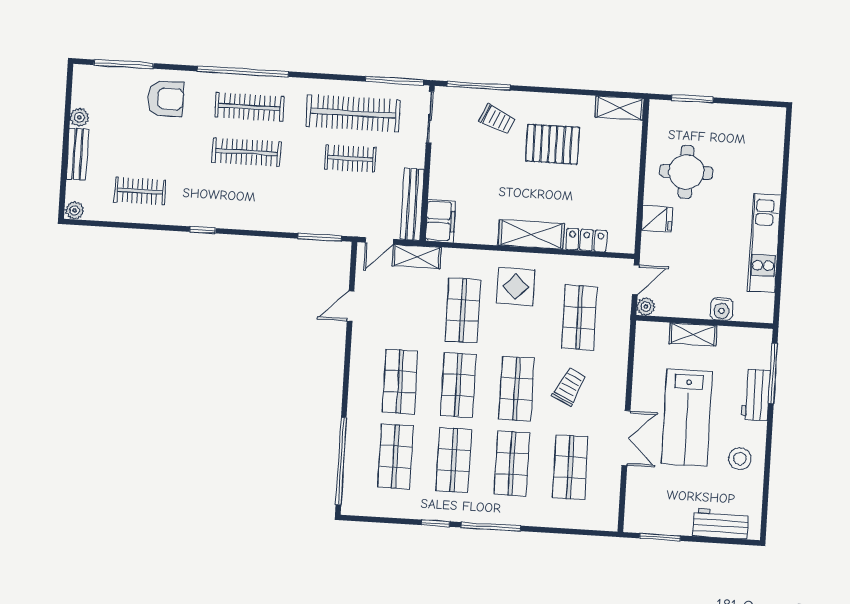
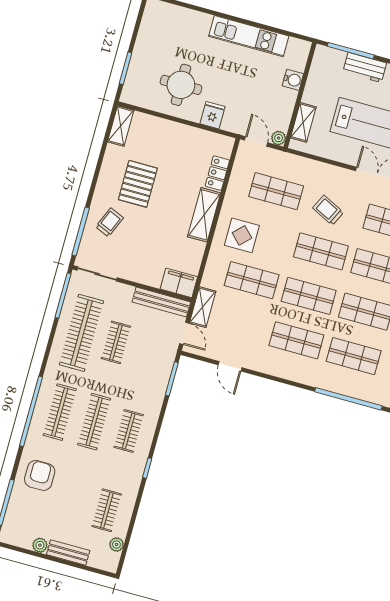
clothes rail: (244, 197) -> (129, 431), added
plant: (75, 210) -> (117, 544), moved
shelving: (693, 334) -> (303, 122), moved

